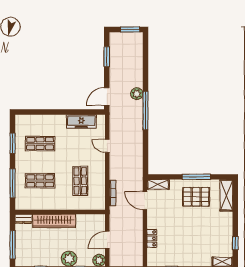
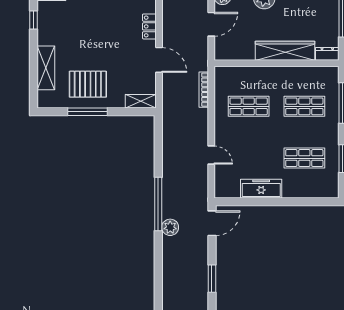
freezer: (81, 122) -> (261, 189), moved
shop shelf: (80, 181) -> (249, 106), turned 90
shelving: (226, 195) -> (46, 68), moved
door: (145, 201) -> (159, 60), moved

